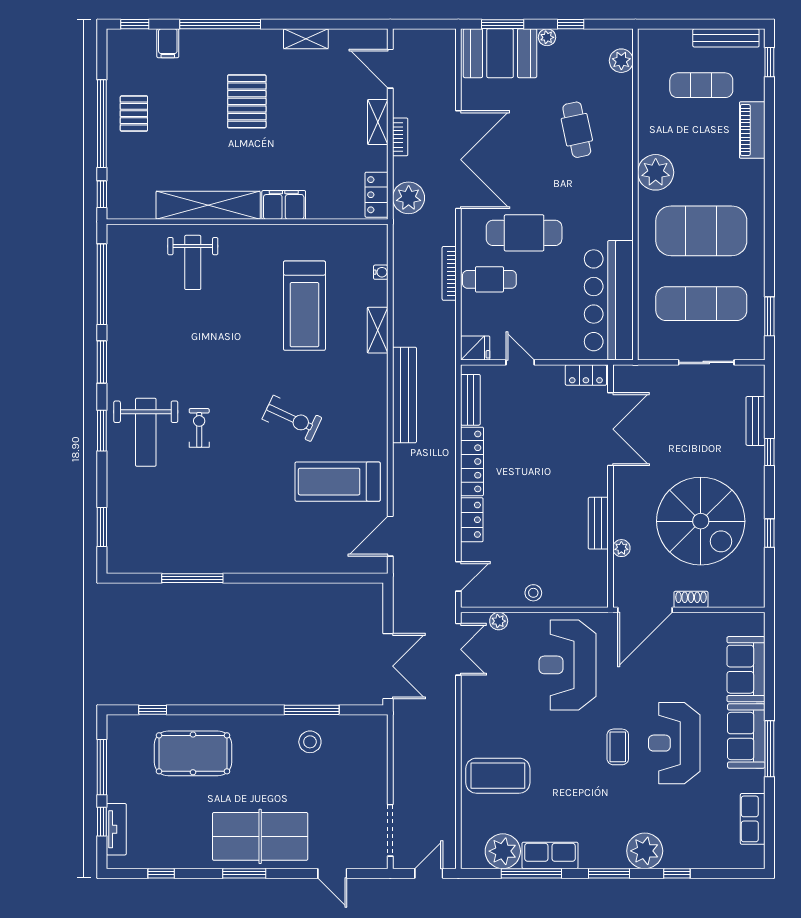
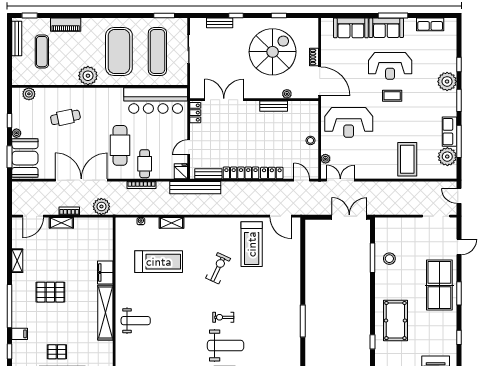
locker: (377, 195) -> (100, 223), removed
bench: (404, 395) -> (195, 188), moved

